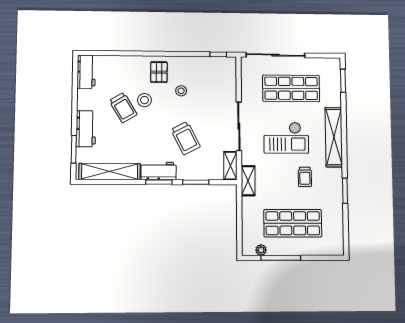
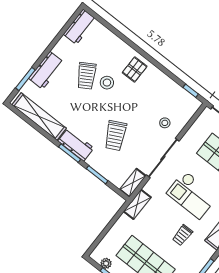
stool: (181, 91) -> (165, 123), moved

